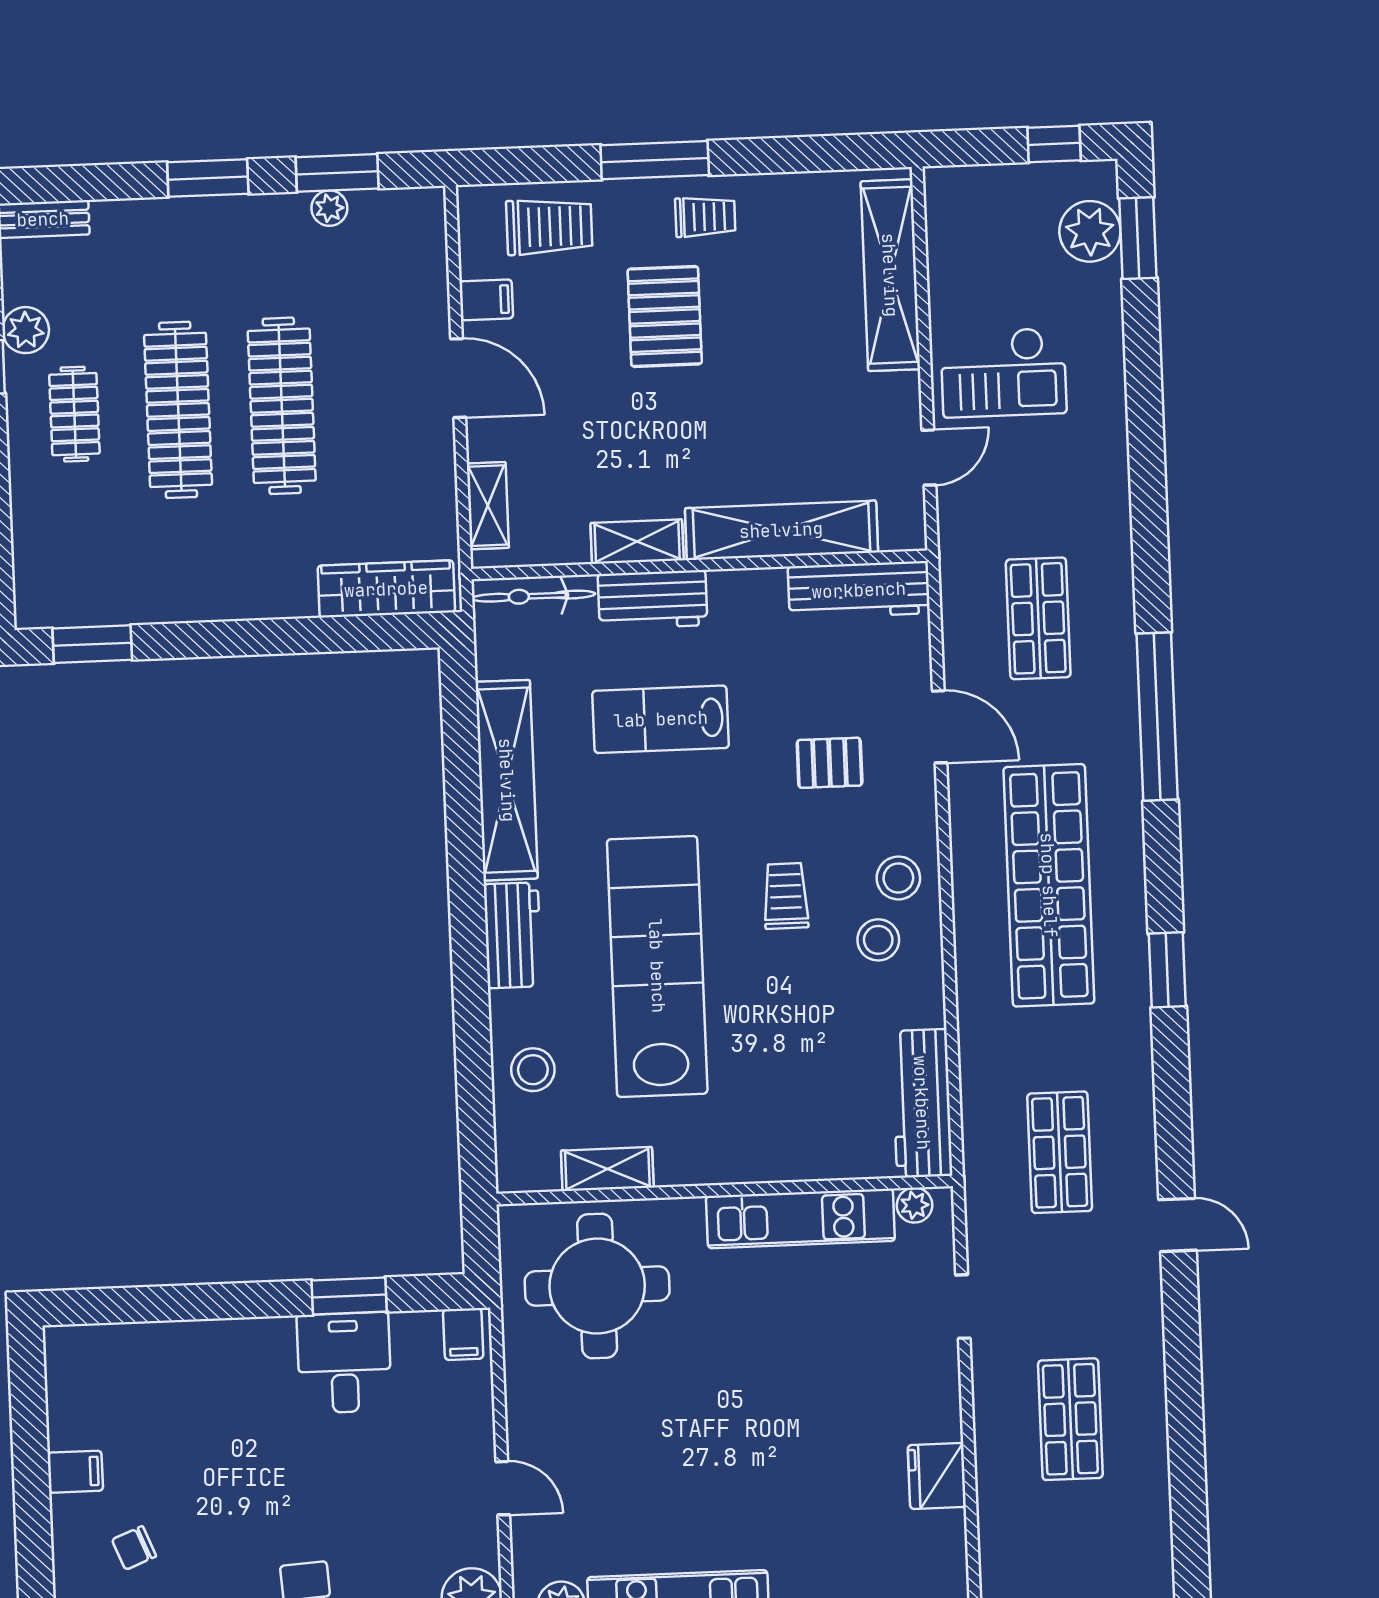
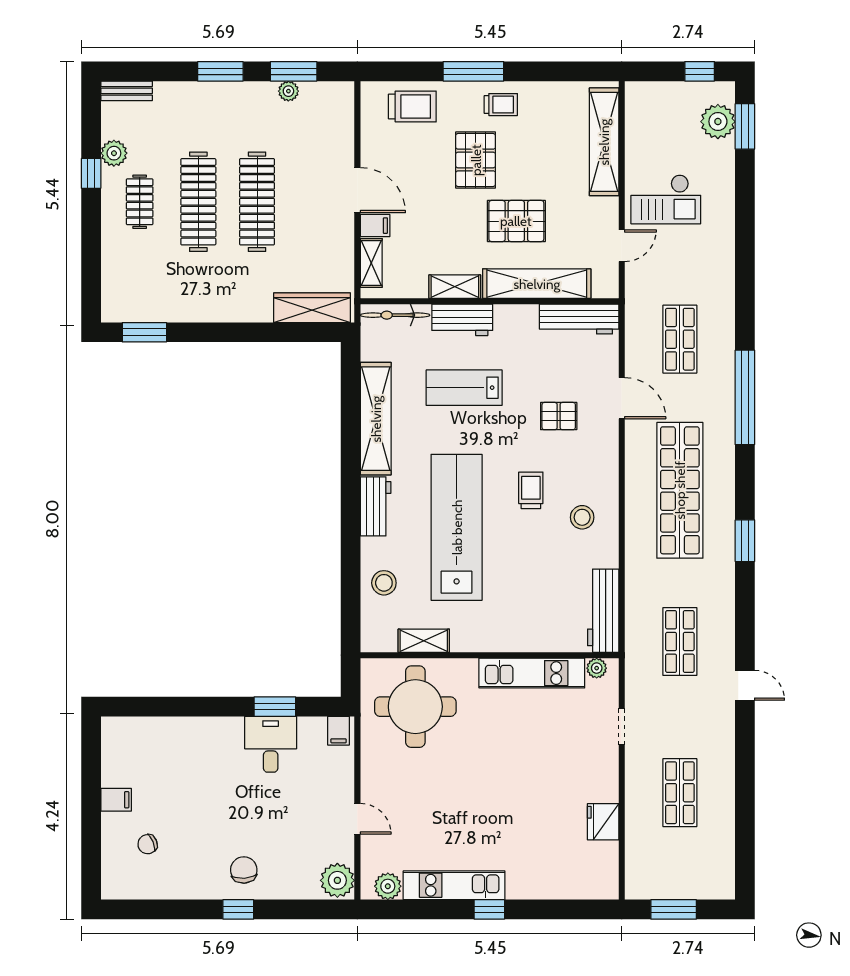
filing cabinet: (486, 300) -> (375, 226), moved
pallet: (741, 421) -> (516, 221), added
stool: (898, 878) -> (595, 483), removed

